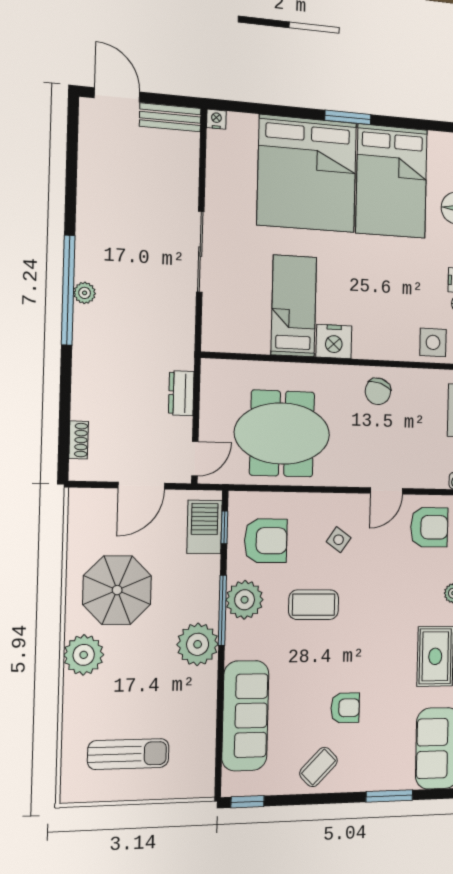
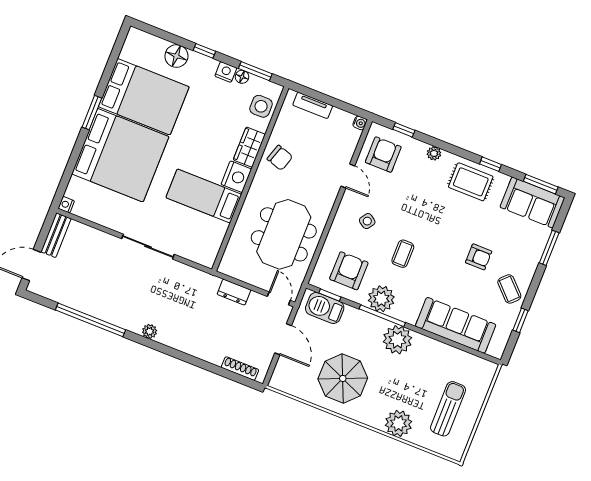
window: (68, 290) -> (90, 320), moved
wardrobe: (377, 345) -> (249, 147), added
shoe rack: (79, 440) -> (240, 369), width x1.43
coffee table: (314, 605) -> (403, 254), width x0.73, depth x0.77
plant: (84, 655) -> (398, 423), moved
armchair: (345, 708) -> (479, 257), turned 90
window: (247, 802) -> (520, 320), moved

